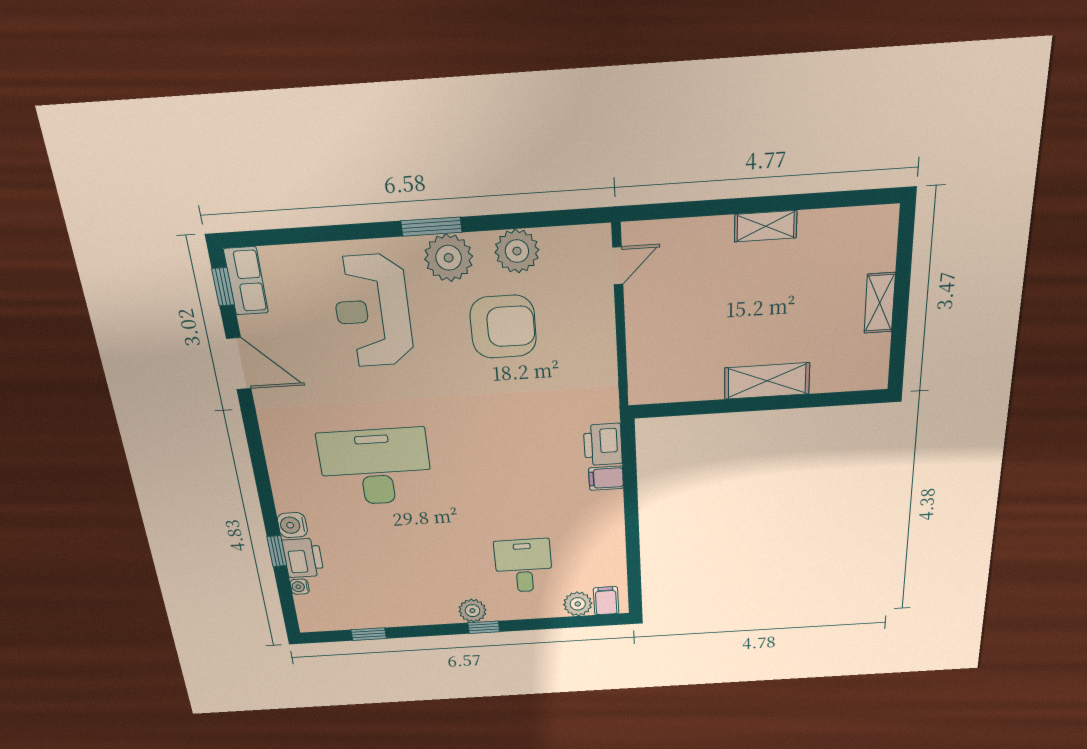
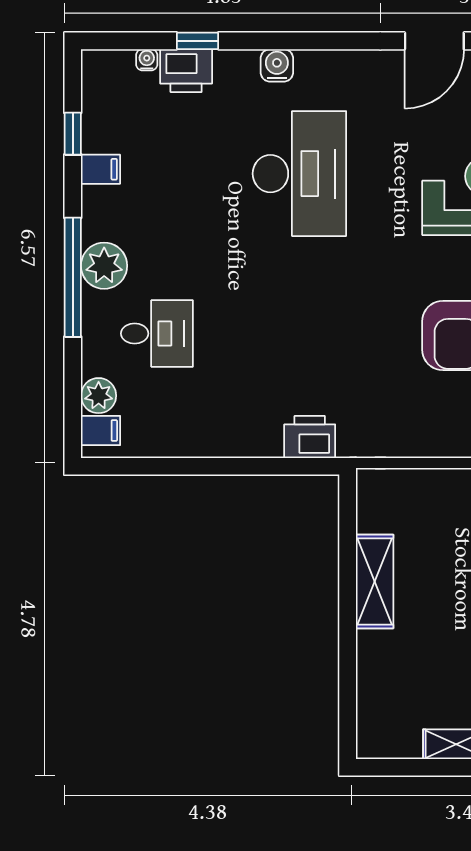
shelving: (767, 381) -> (375, 581), moved
filing cabinet: (606, 478) -> (101, 169), moved, turned 90
water cooler: (292, 525) -> (277, 65), moved
plant: (472, 611) -> (104, 266), width x1.36, depth x1.36
window: (484, 627) -> (73, 277), width x3.17

